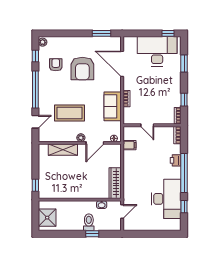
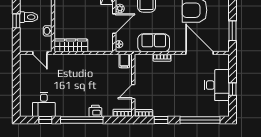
window: (168, 33) -> (232, 89), moved
desk: (157, 51) -> (217, 85), width x0.73, depth x0.77
door: (122, 64) -> (200, 53), hinge flipped
window: (184, 64) -> (200, 120), width x2.11
door: (147, 125) -> (133, 92), moved
door: (95, 143) -> (114, 24), swing flipped
filing cabinet: (129, 145) -> (124, 61), moved
desk: (166, 199) -> (44, 104), width x0.53, depth x0.77

